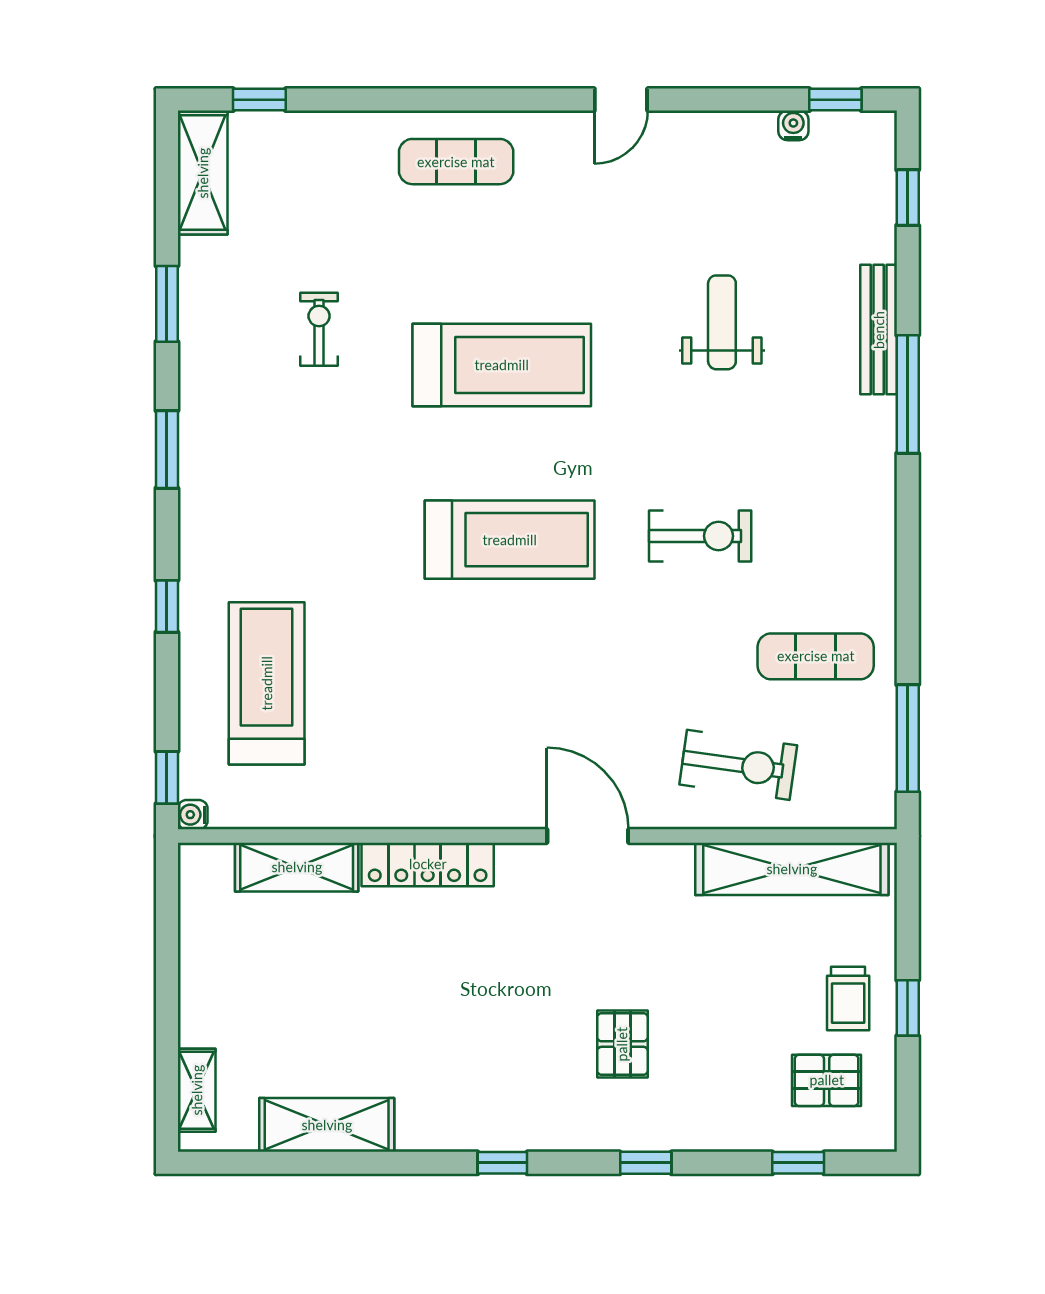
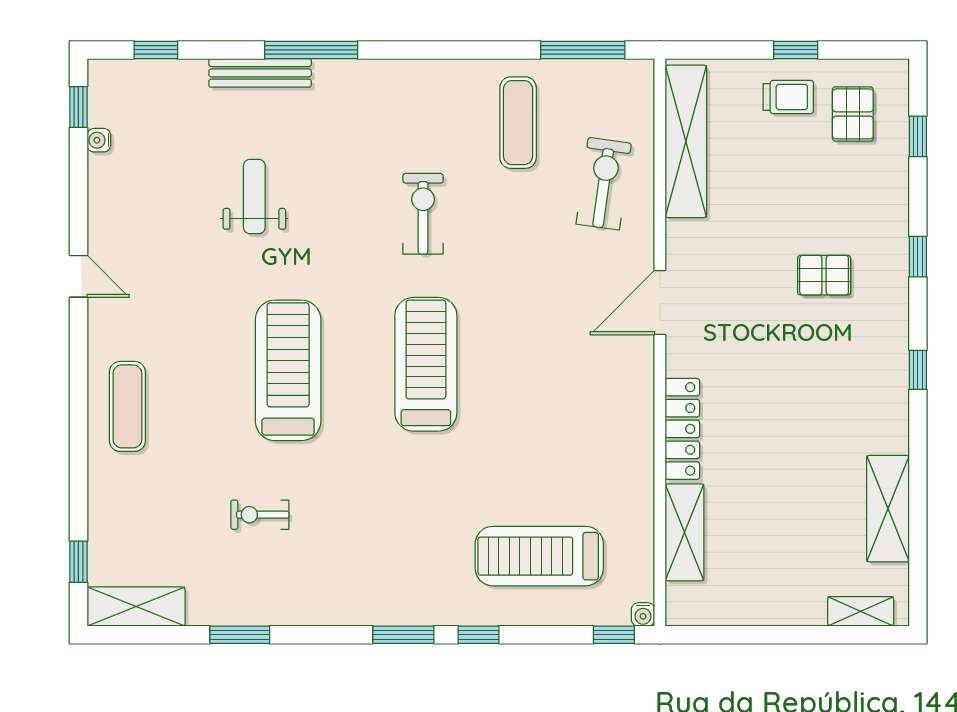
weight bench: (722, 322) -> (254, 197), turned 90
window: (167, 449) -> (403, 635), moved

